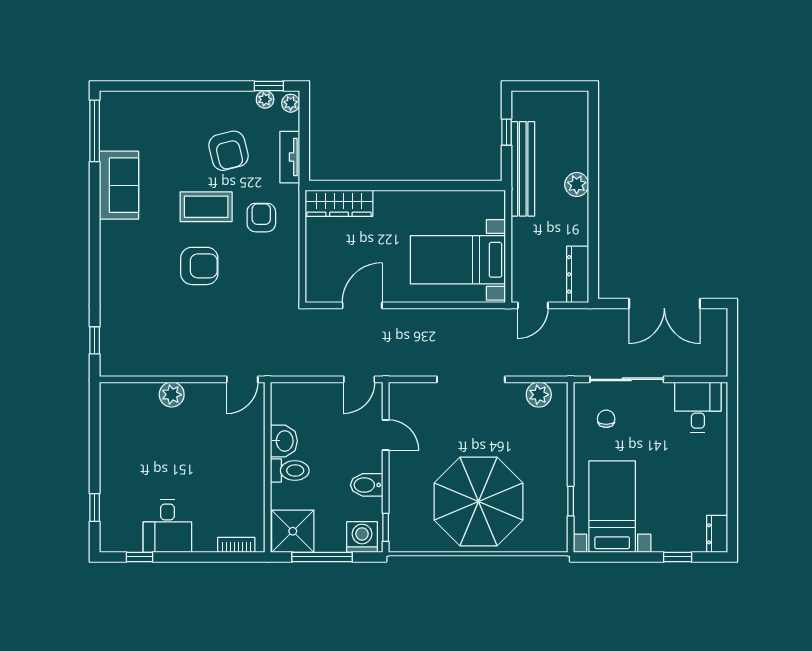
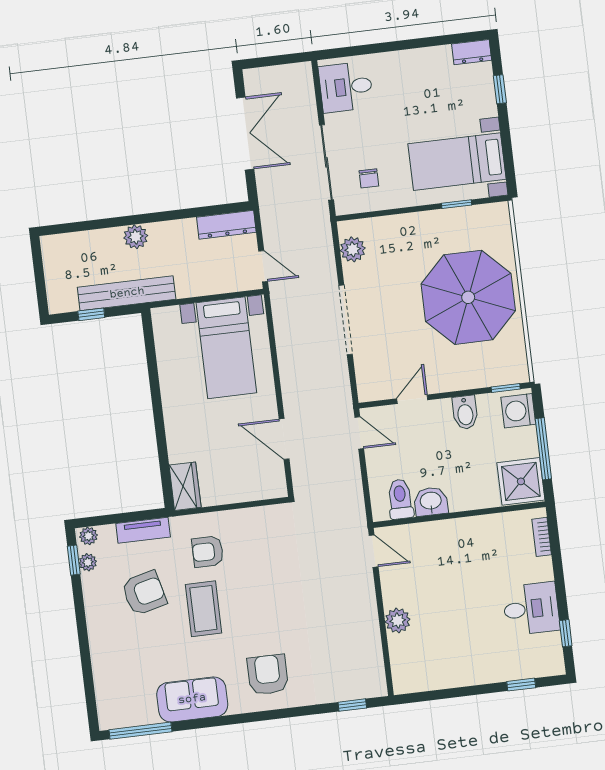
wardrobe: (339, 203) -> (185, 486), width x0.67
armchair: (199, 266) -> (268, 675), moved
chair: (606, 419) -> (369, 178), turned -90
toilet: (290, 471) -> (400, 499), moved

